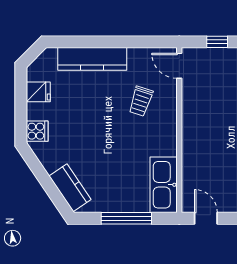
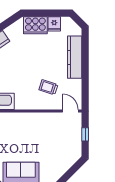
door: (179, 66) -> (70, 111), hinge flipped
cooker: (37, 131) -> (35, 25), width x1.87, depth x1.31

